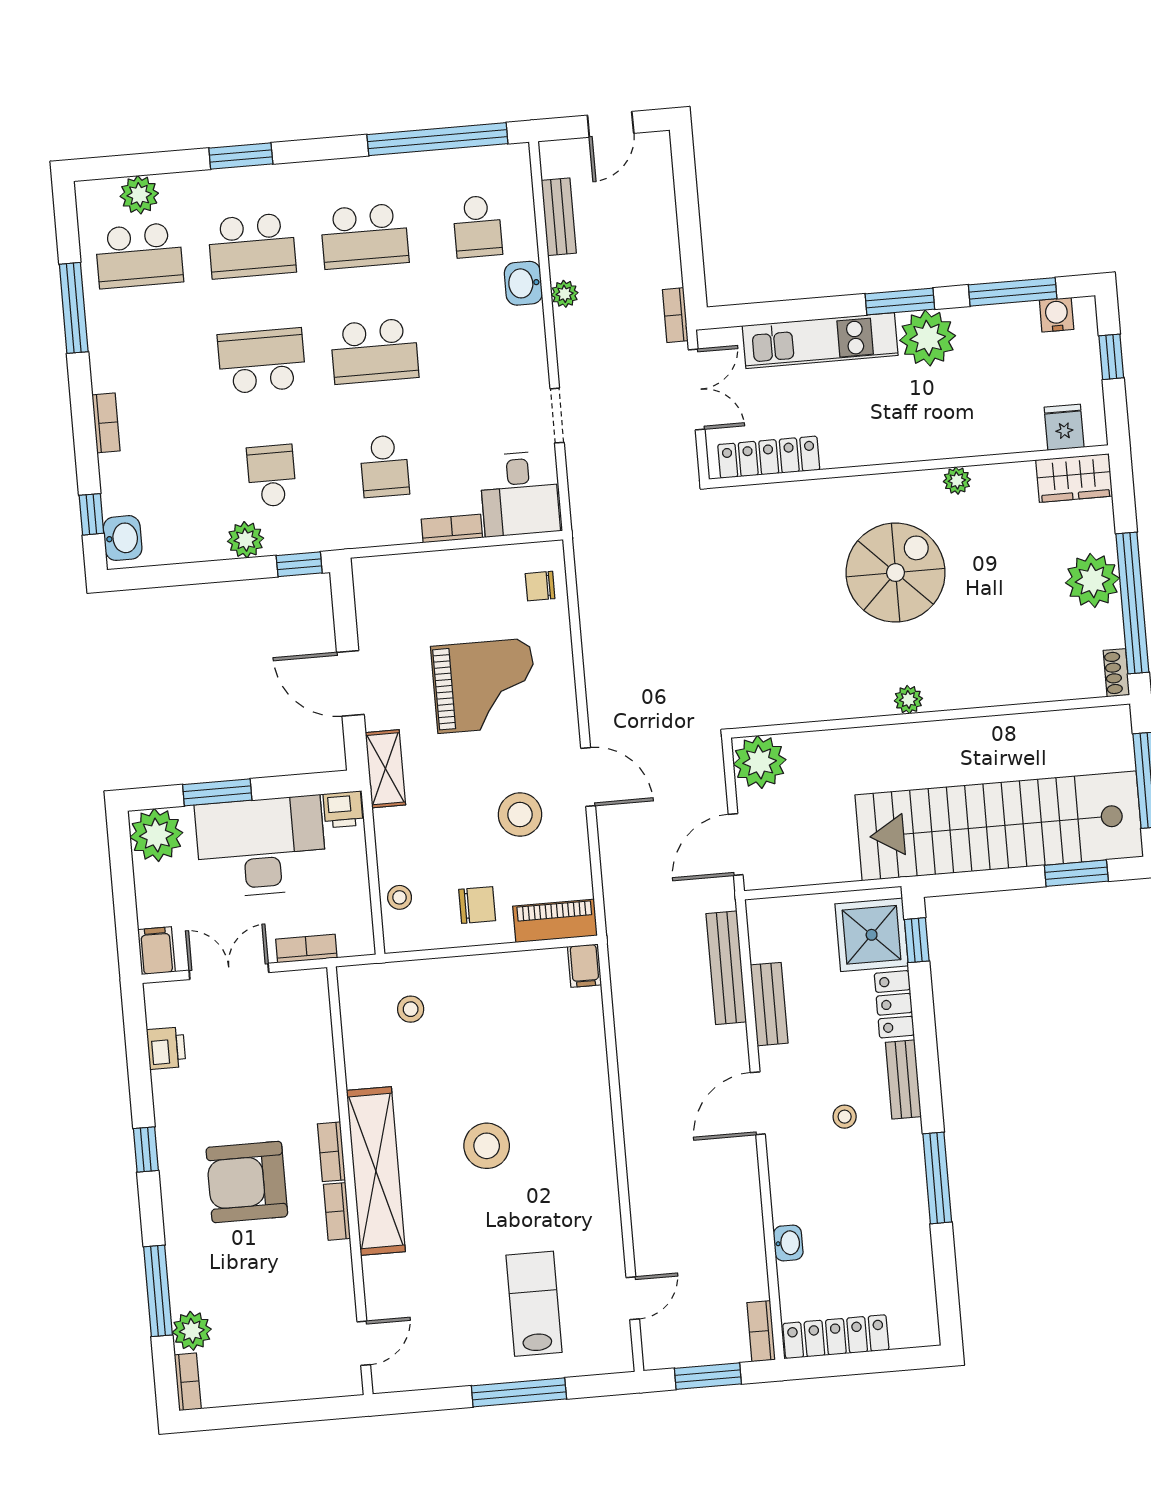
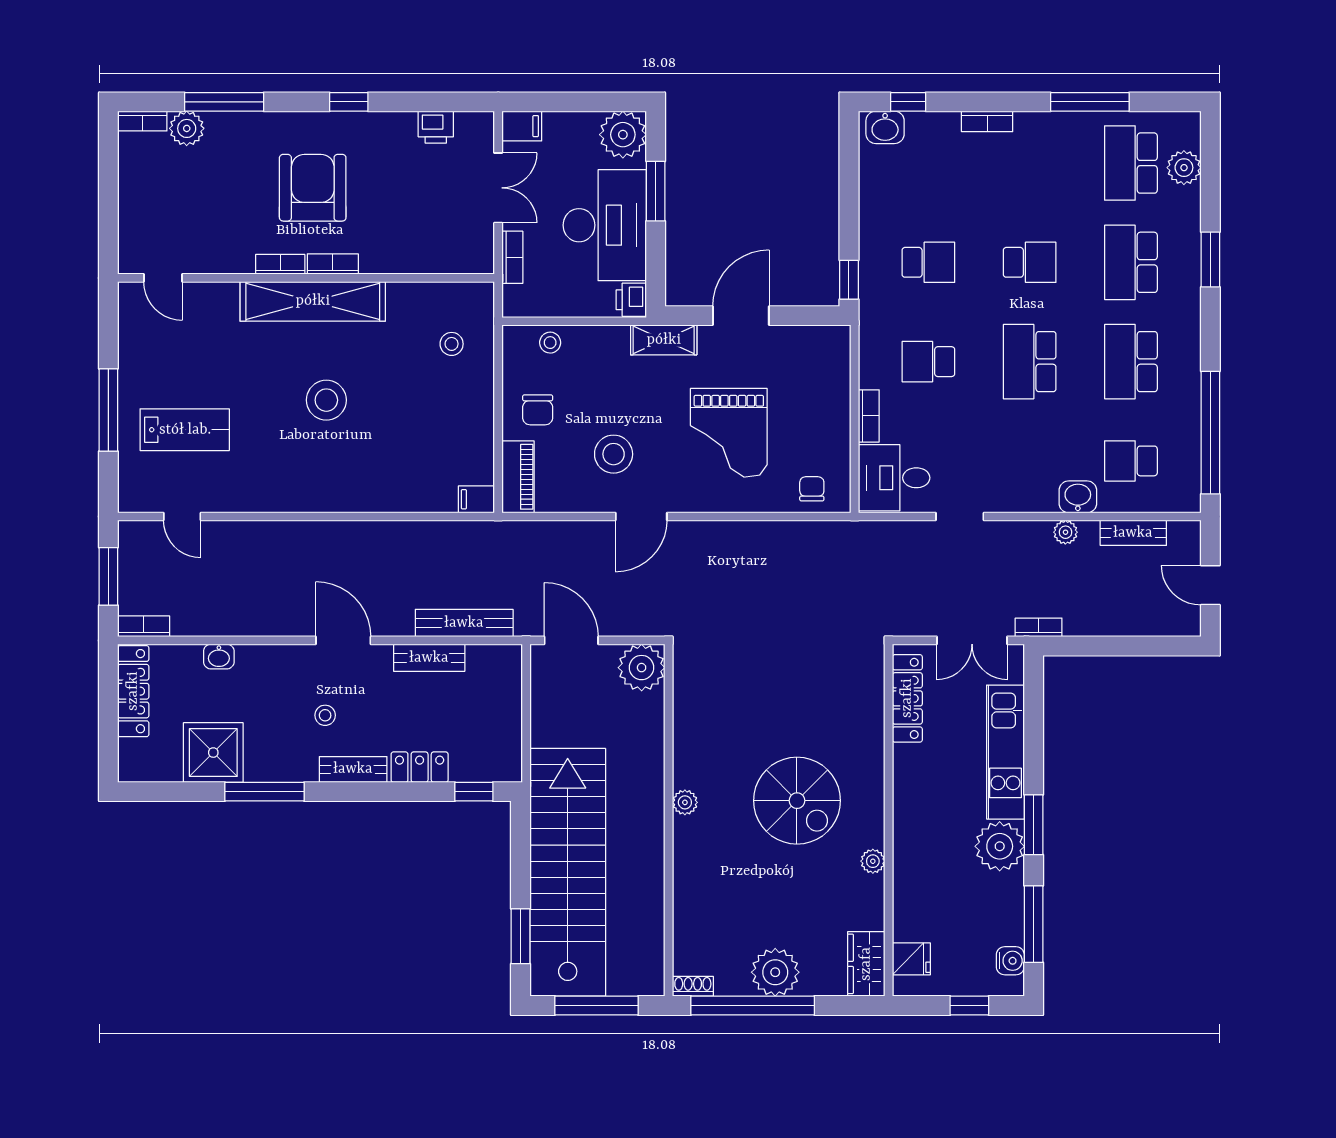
school desk: (262, 361) -> (1030, 262), width x0.54
plant: (246, 540) -> (874, 235), removed
shower: (872, 935) -> (213, 753), moved

